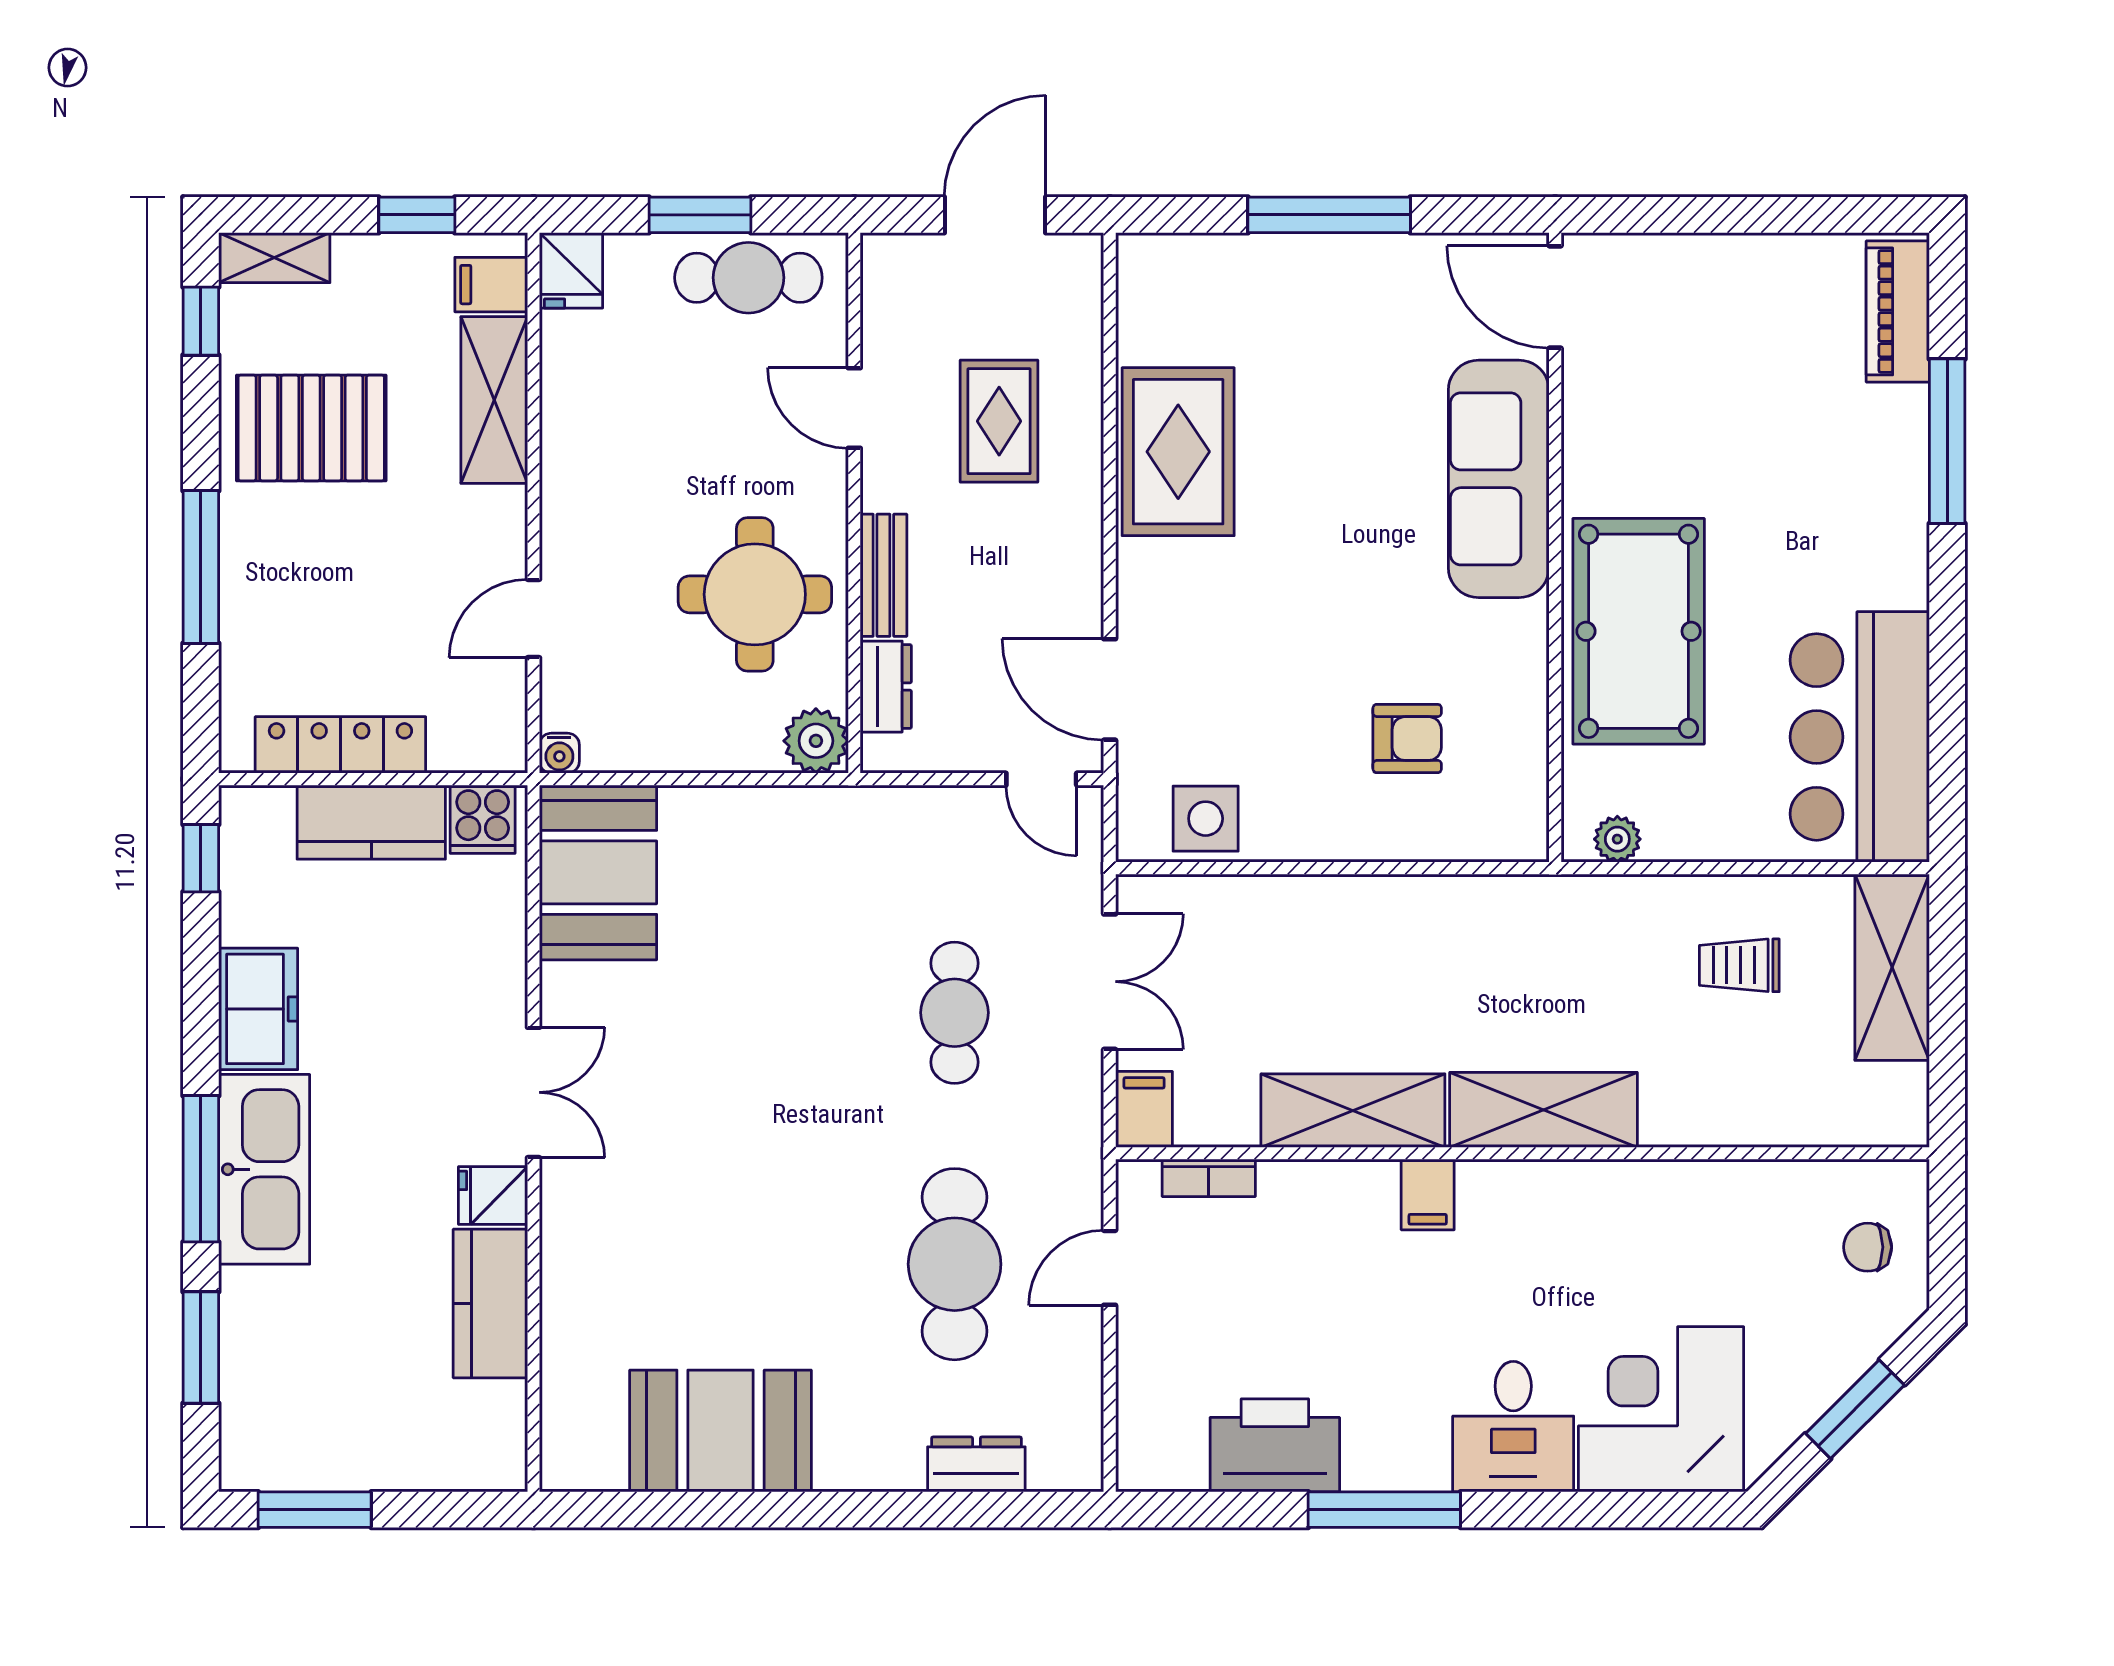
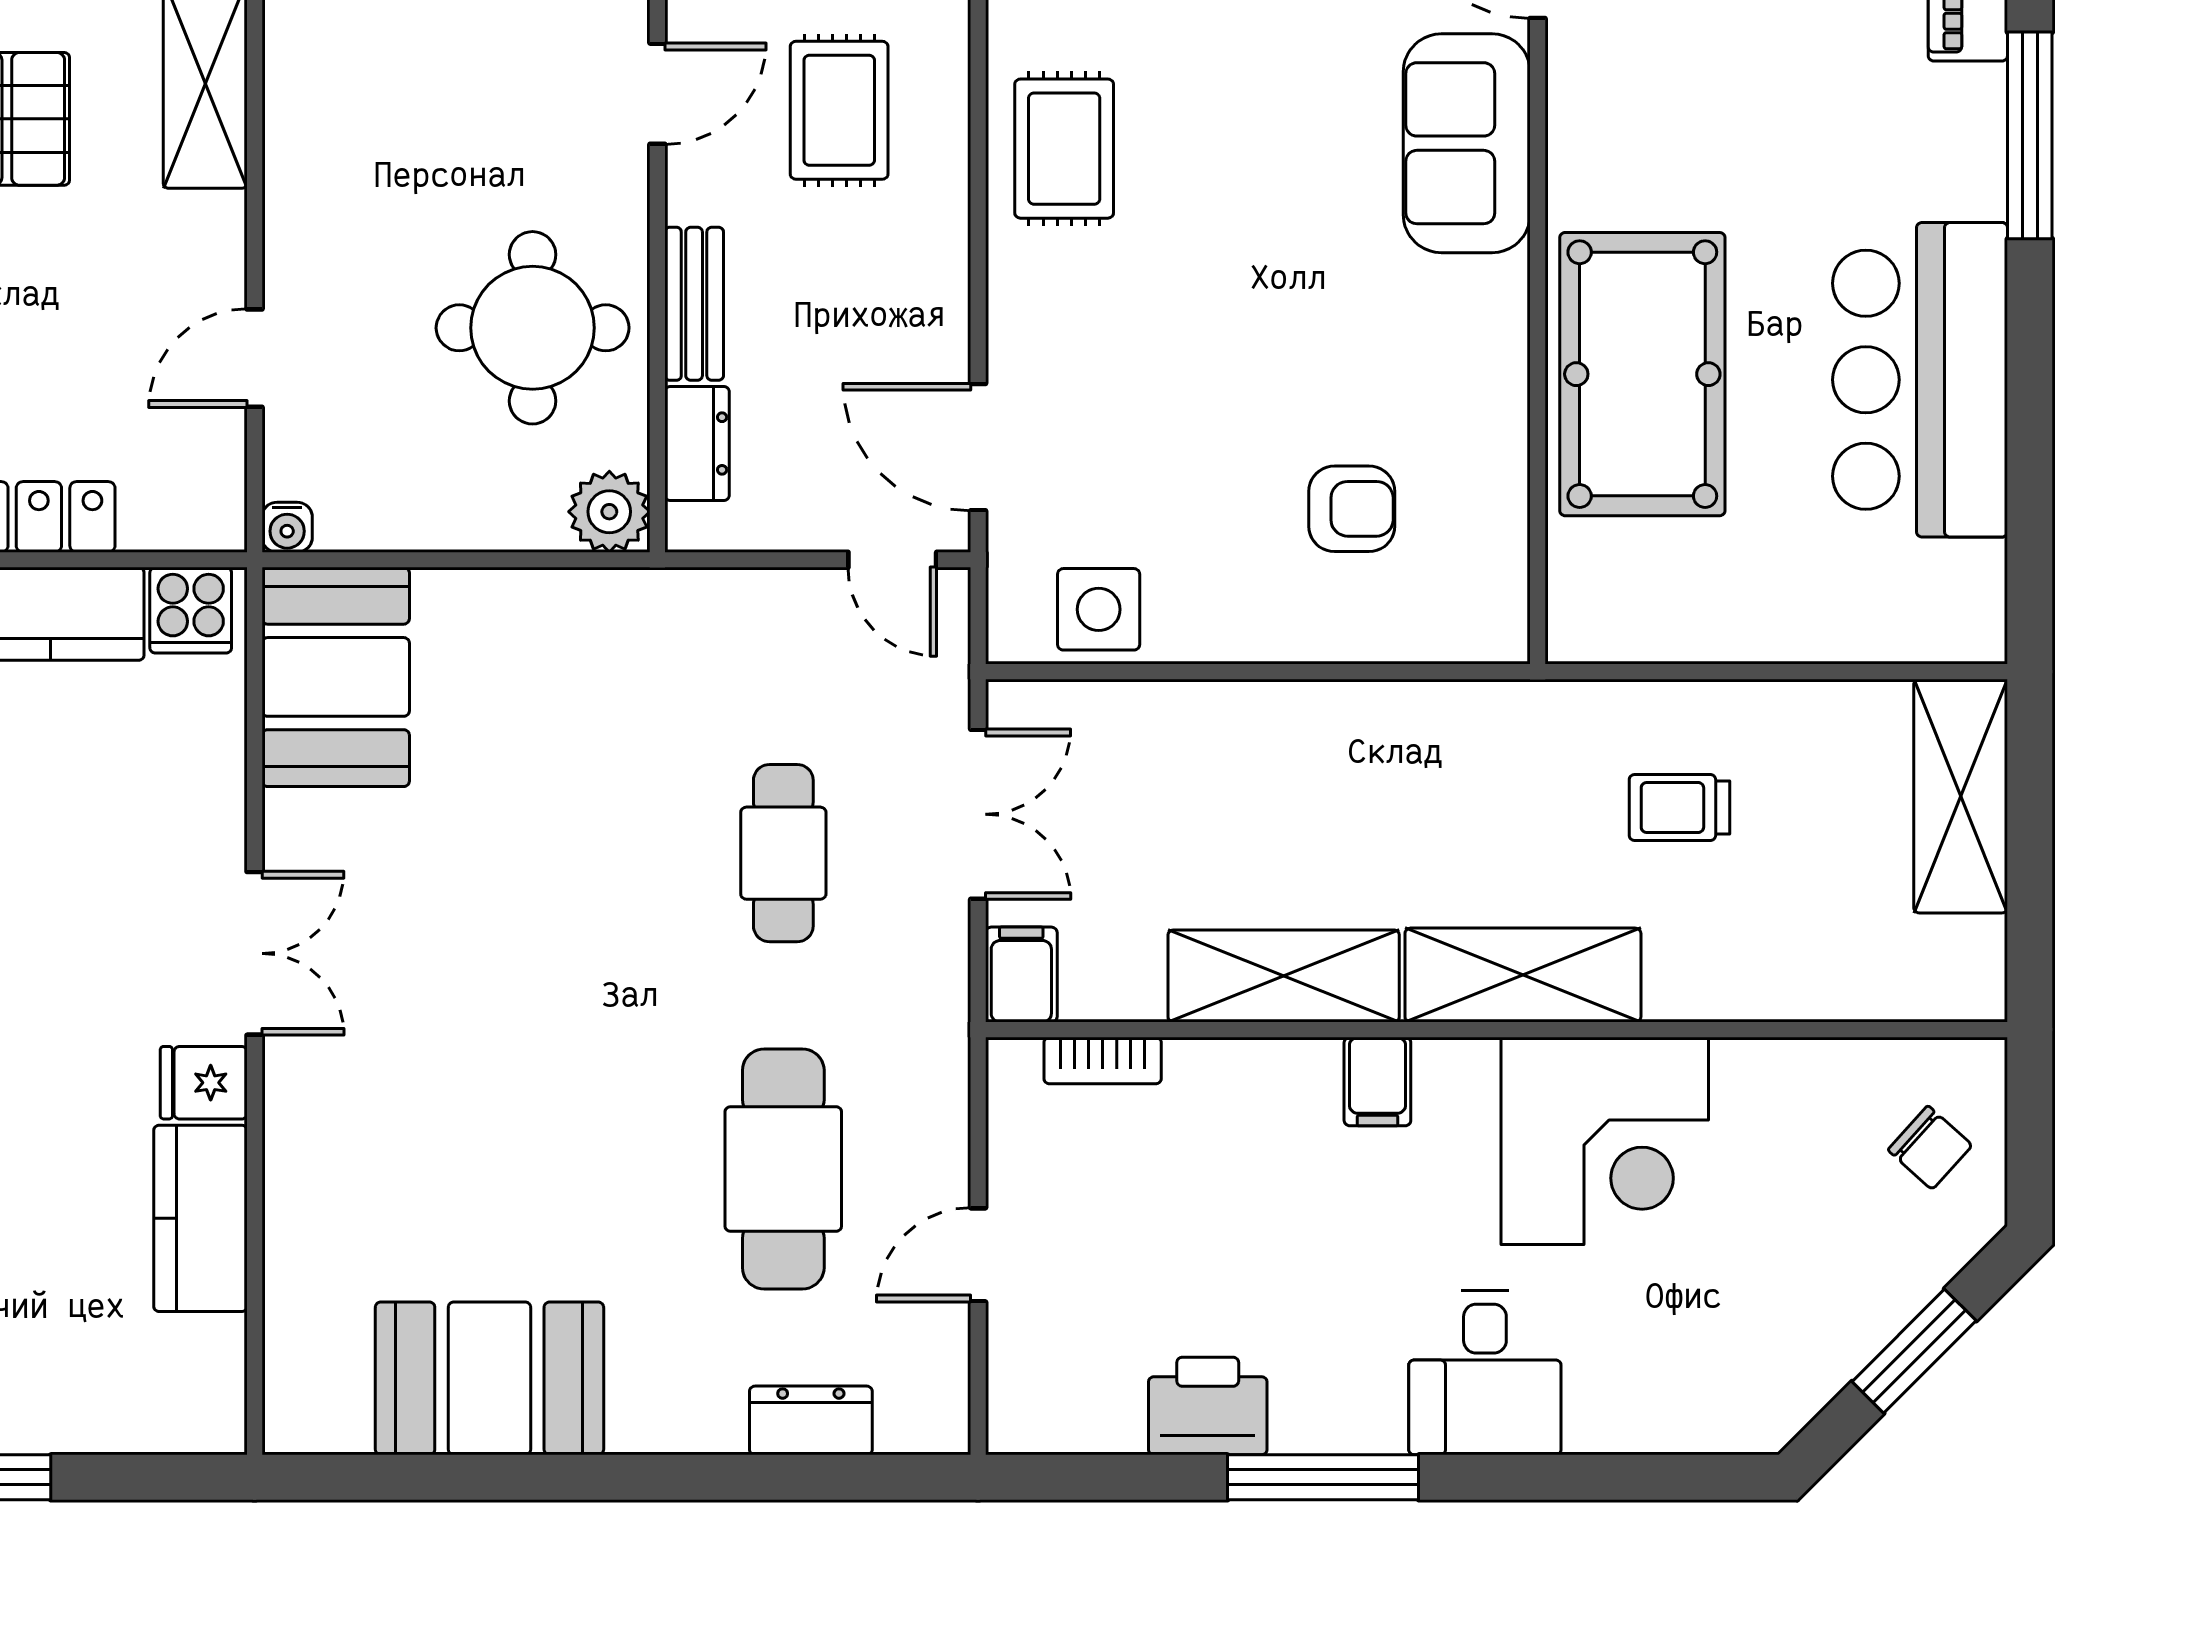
door: (854, 408) -> (657, 94), swing flipped
rug: (1178, 452) -> (1064, 149), width x0.73, depth x0.70
sofa: (1499, 479) -> (1467, 143), width x0.73
bar counter: (1860, 737) -> (1920, 380), moved
plant: (1617, 839) -> (1616, 635), removed
trolley: (1739, 965) -> (1679, 807), moved
chair: (1868, 1247) -> (1930, 1148), turned -138
door: (1110, 1268) -> (978, 1255), moved
corner desk: (1661, 1409) -> (1605, 1141), moved, turned 180
printer: (1275, 1445) -> (1208, 1406), width x0.73, depth x0.84

